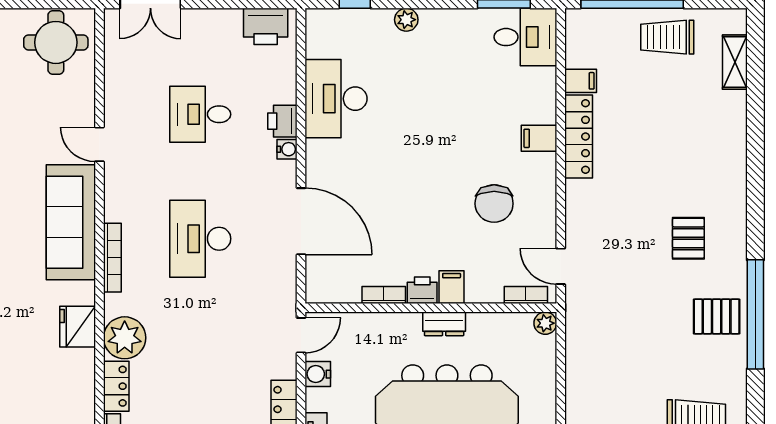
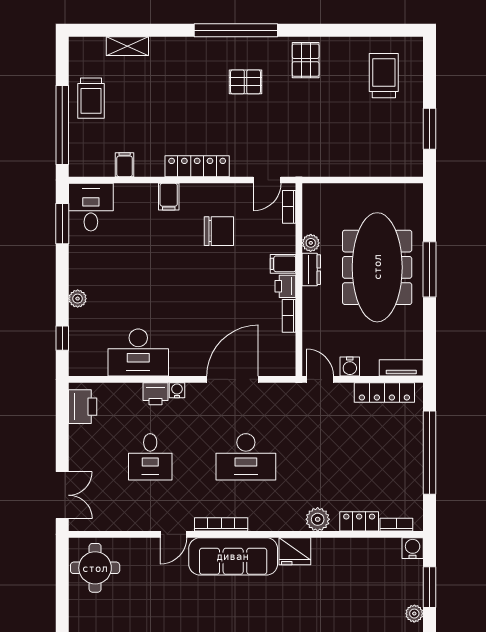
shelving: (735, 62) -> (127, 46), moved
locker: (579, 137) -> (197, 166), moved
bookcase: (112, 258) -> (221, 524), moved
window: (755, 314) -> (236, 30), moved
plant: (545, 323) -> (311, 243), moved
fridge: (78, 327) -> (295, 551), moved
plant: (125, 338) -> (318, 519), width x0.73, depth x0.73

